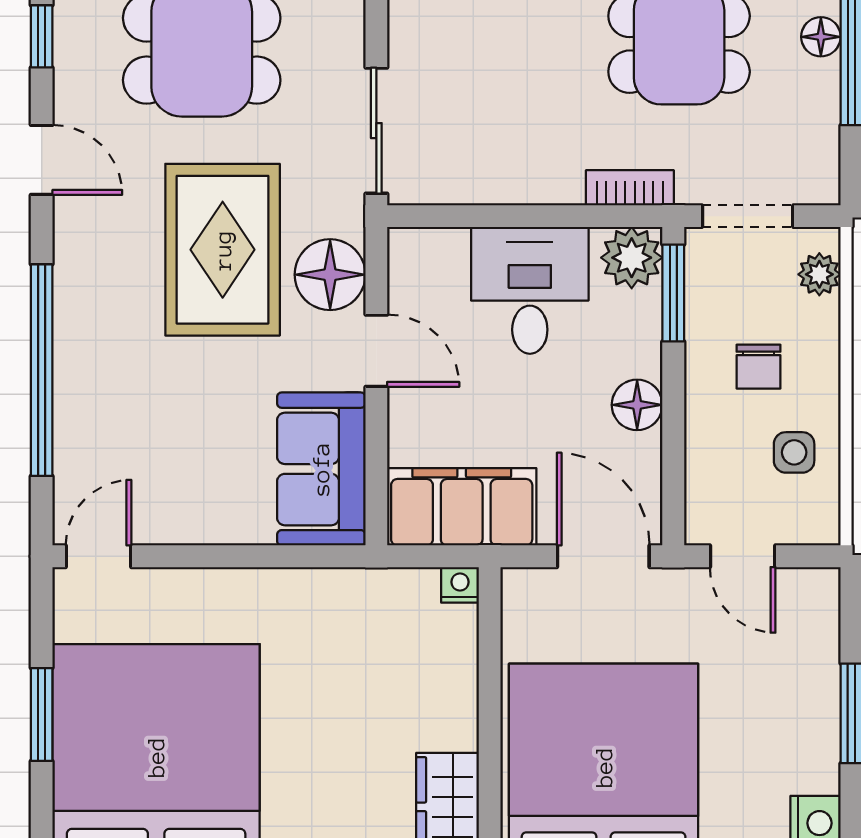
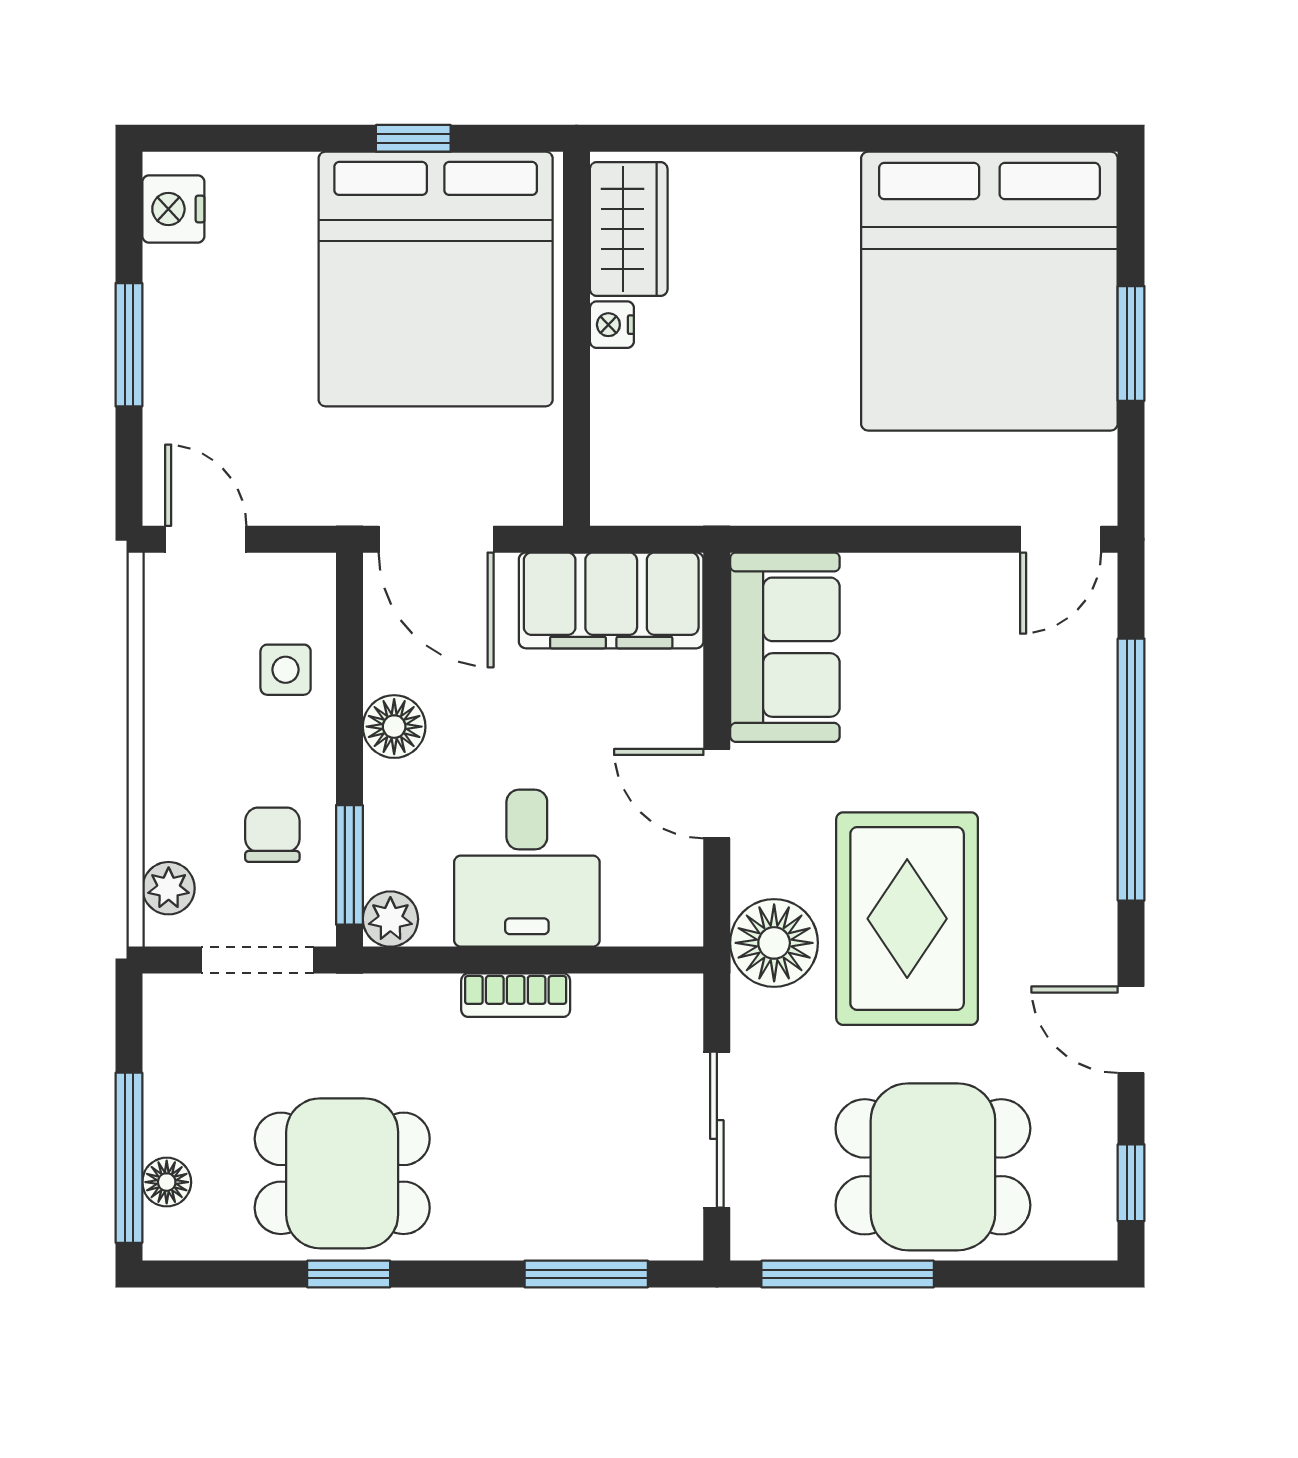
sliding door: (376, 131) -> (717, 1130), moved
bookcase: (630, 188) -> (516, 995), moved
plant: (632, 258) -> (390, 919), width x0.73, depth x0.73
floor lamp: (330, 275) -> (774, 943), moved
chair: (759, 367) -> (272, 835), moved
side table: (794, 452) -> (286, 670), moved
door: (743, 556) -> (206, 539), moved
nightstand: (460, 585) -> (612, 325), moved, turned 90

